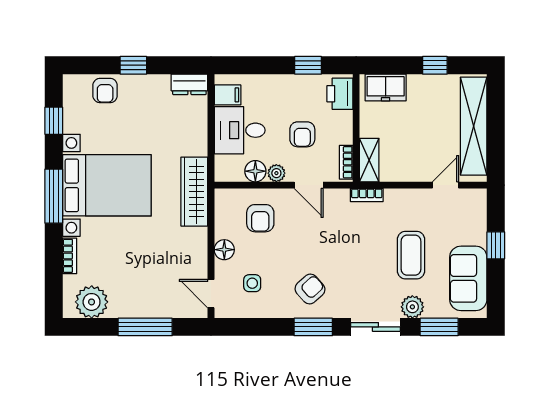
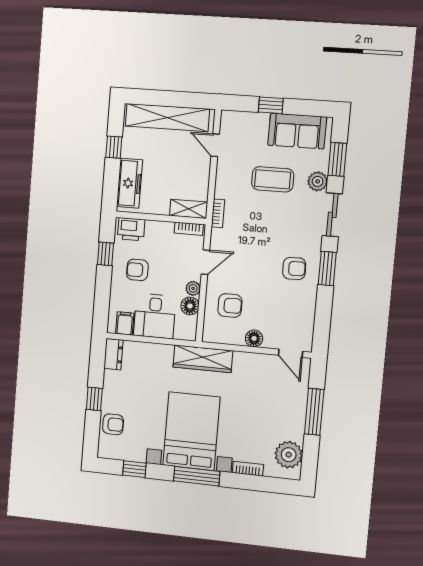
freezer: (386, 87) -> (129, 183), width x1.40
armchair: (302, 134) -> (137, 270), moved, turned 180
side table: (252, 283) -> (285, 317), removed
armchair: (310, 289) -> (294, 268), turned 130
door: (211, 294) -> (291, 353), hinge flipped

